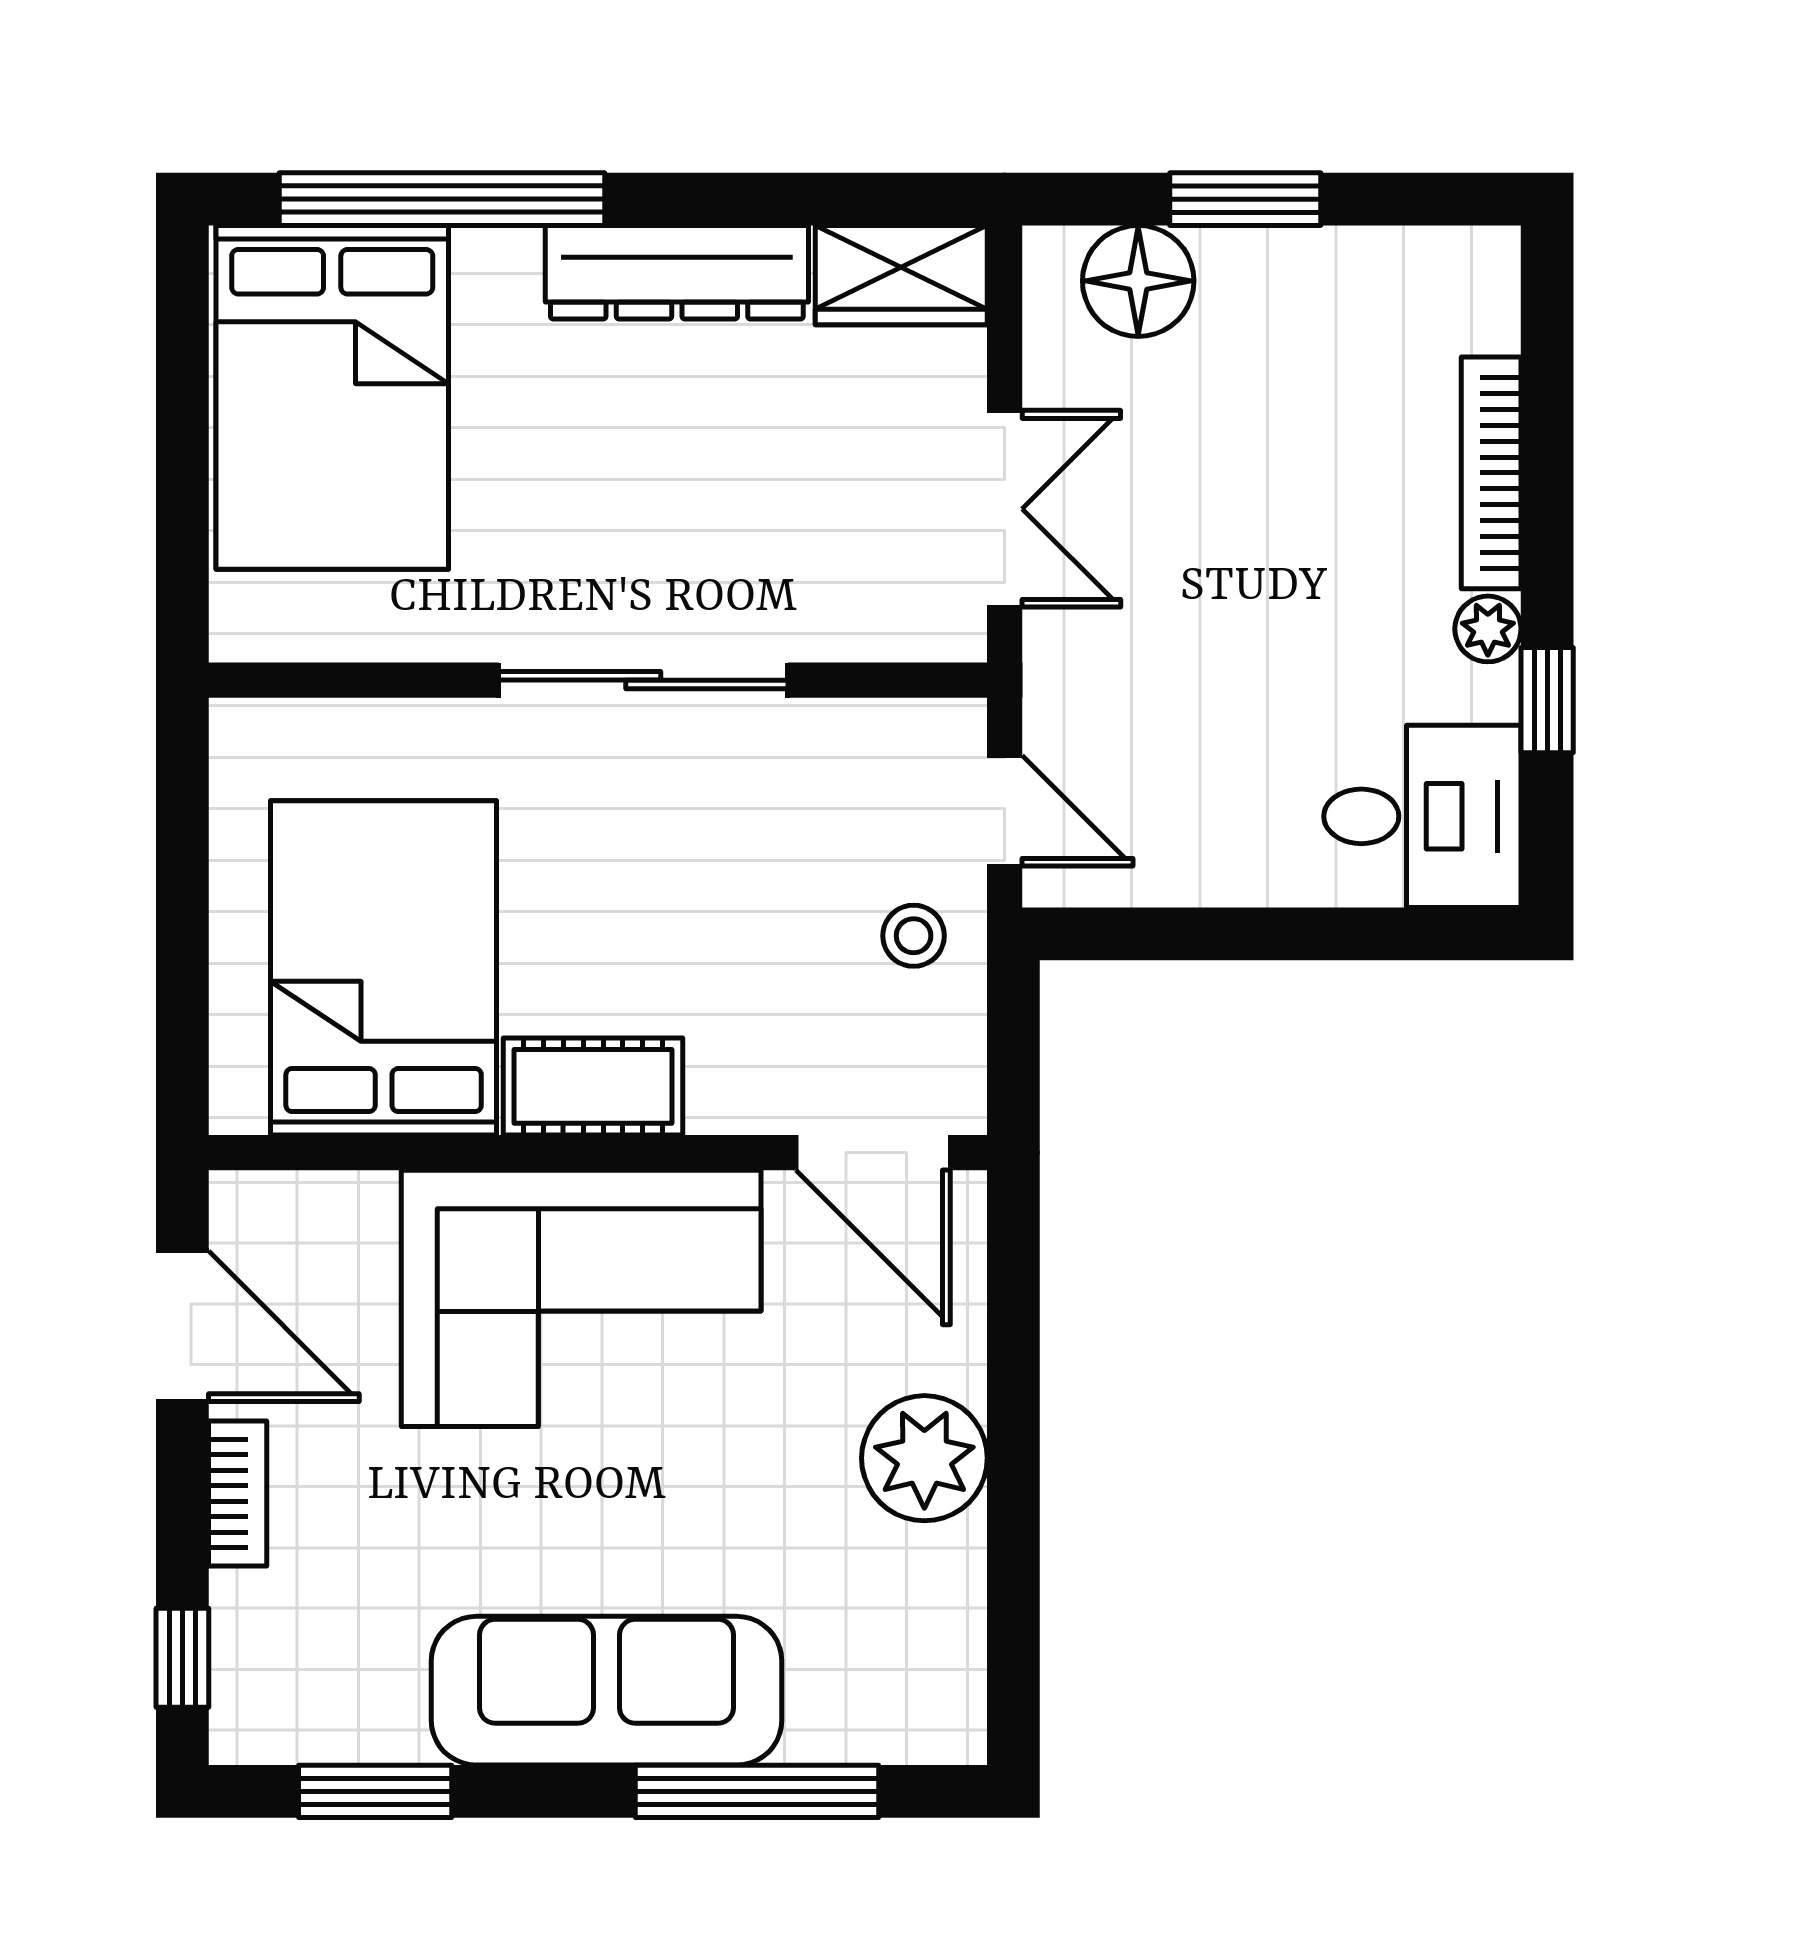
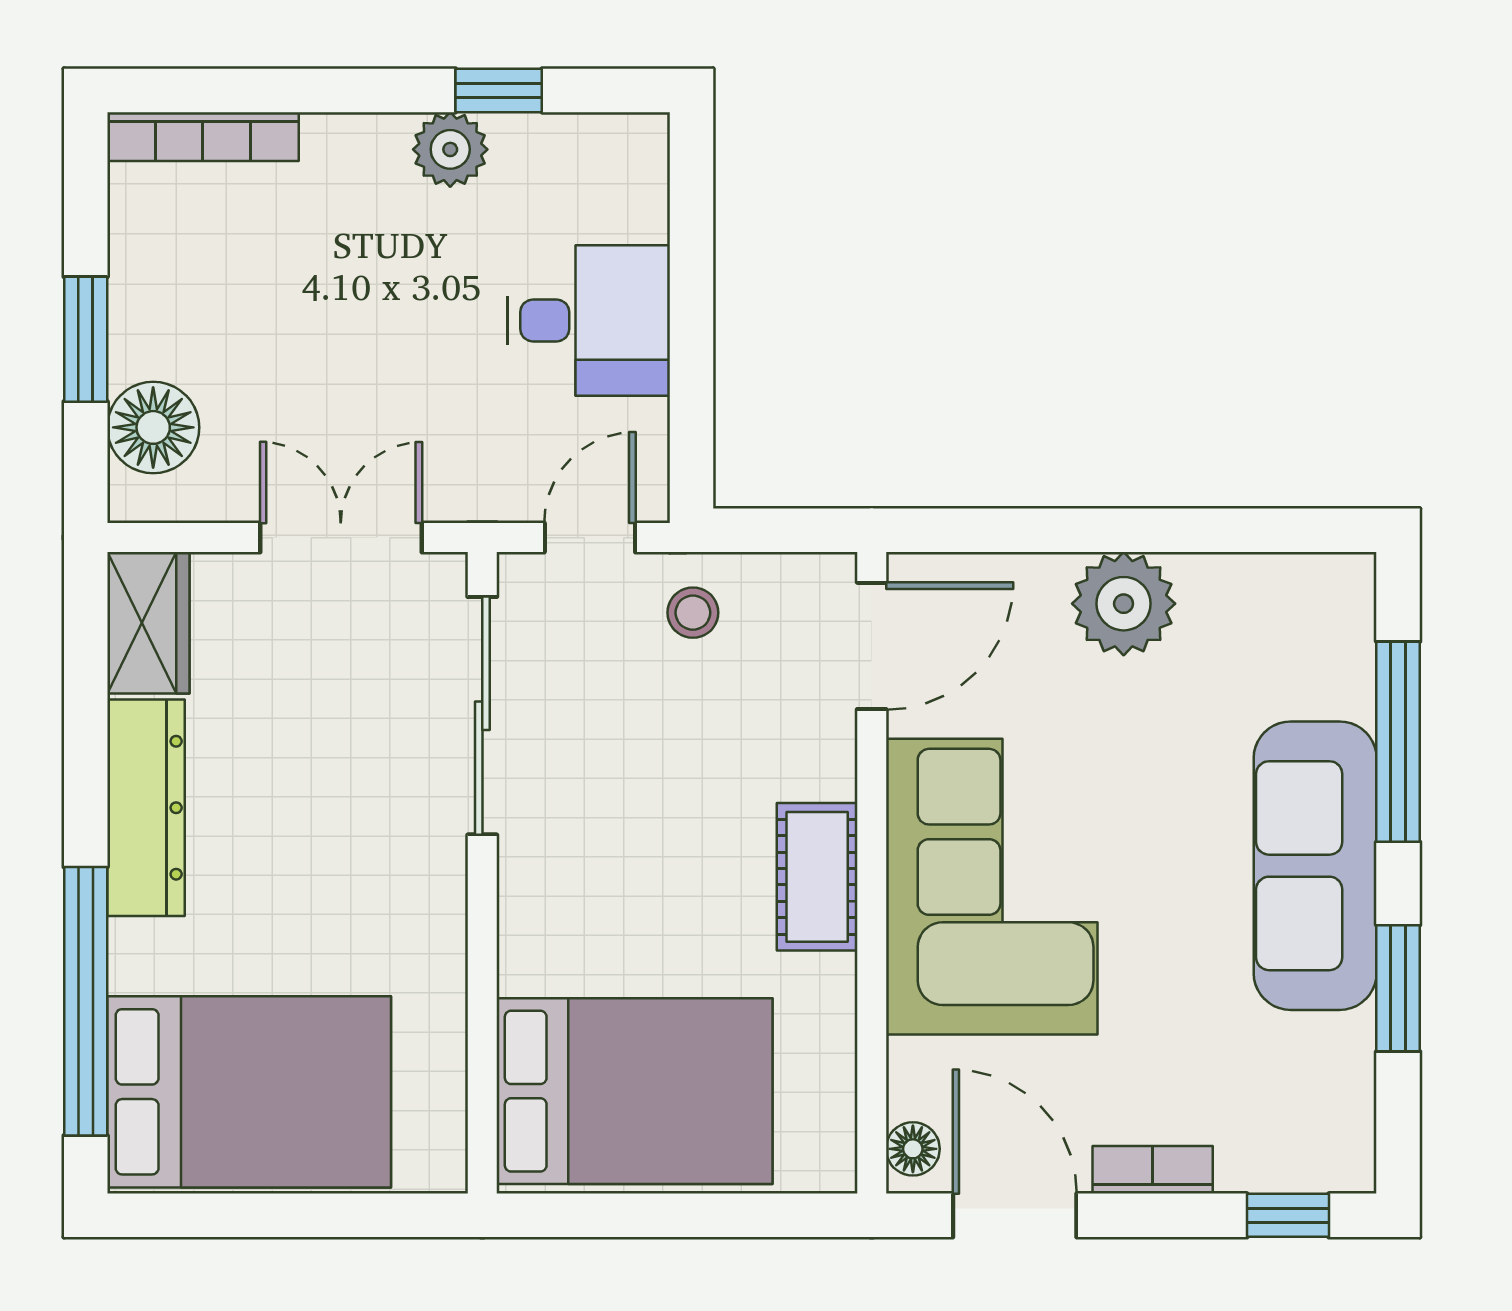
bookcase: (1491, 473) -> (203, 137), moved
plant: (1488, 629) -> (450, 149), width x1.38, depth x1.38
sliding door: (643, 680) -> (482, 716), moved
desk: (1422, 816) -> (589, 321), moved, turned 90
bed: (384, 968) -> (635, 1091), moved, turned 180
floor lamp: (263, 1203) -> (913, 1149), added
door: (182, 1326) -> (1015, 1215), hinge flipped
window: (375, 1791) -> (1398, 988), moved

